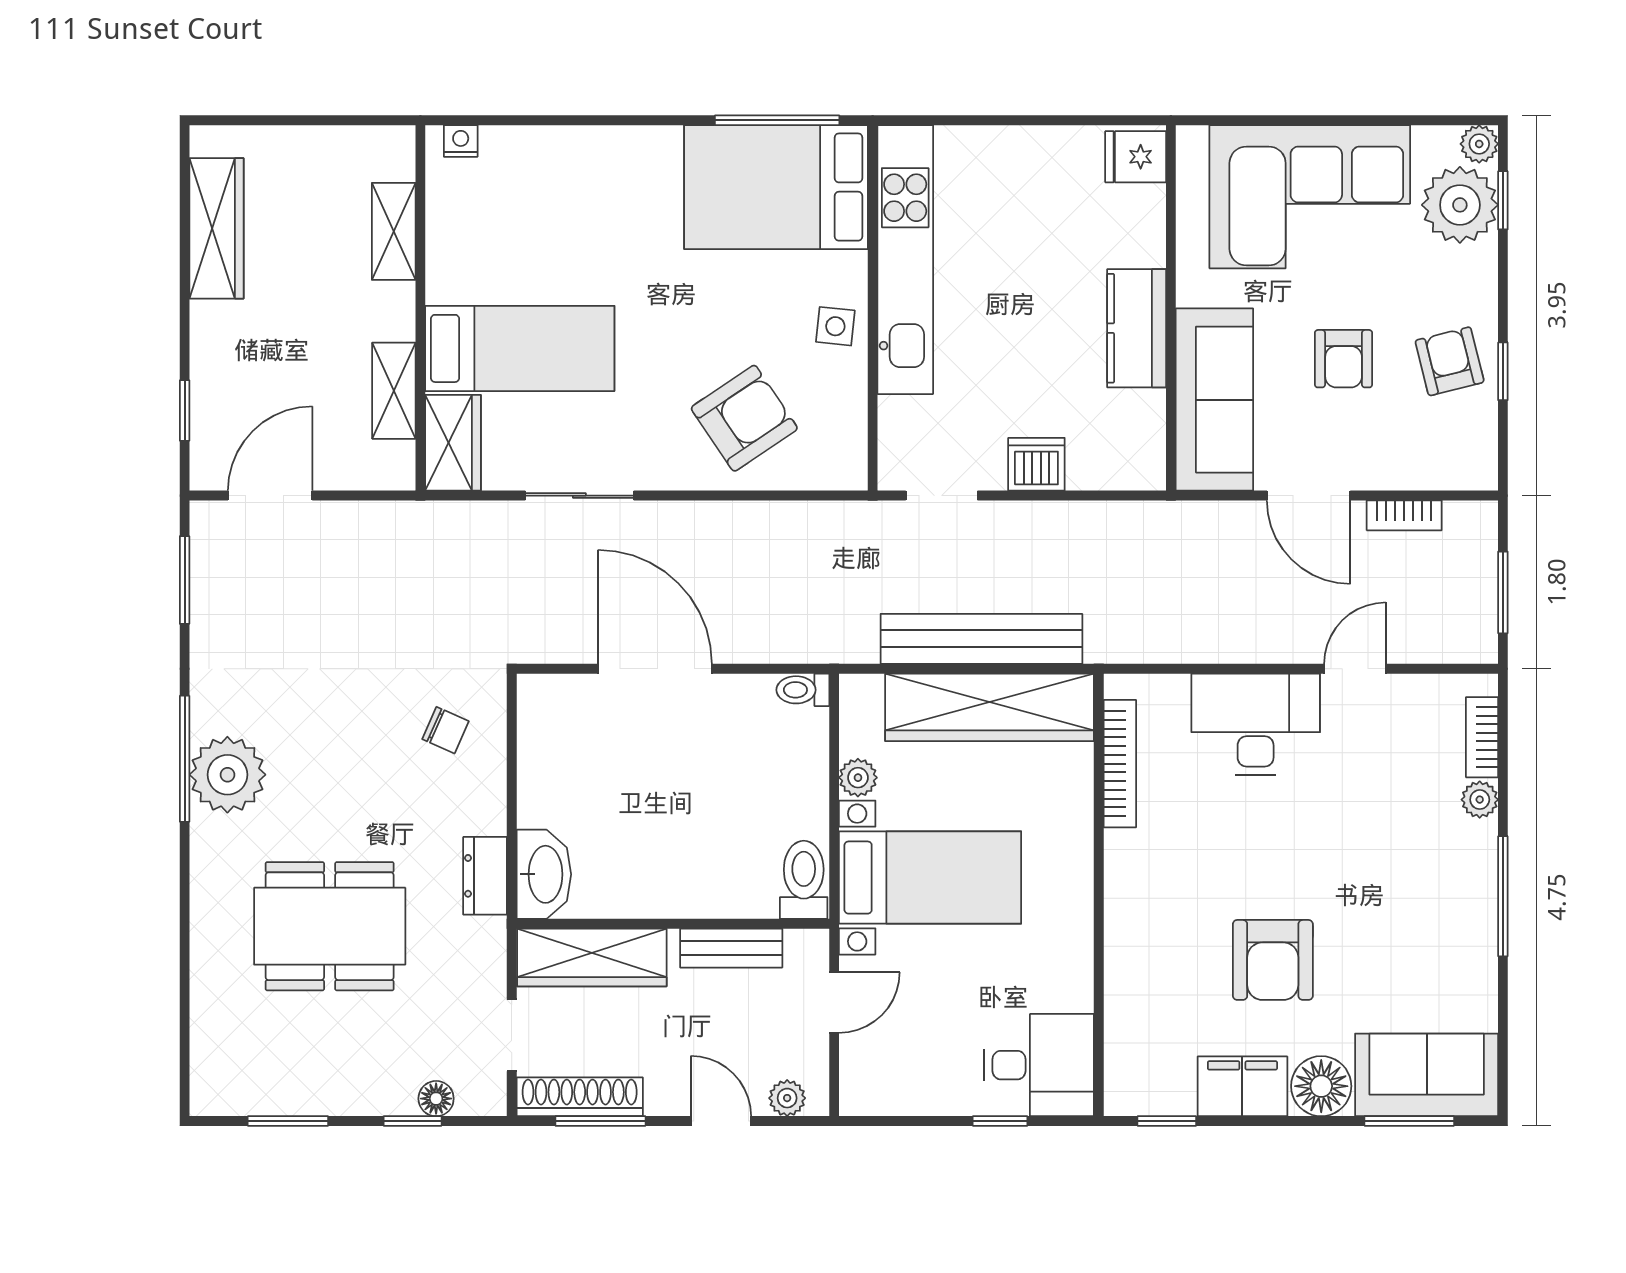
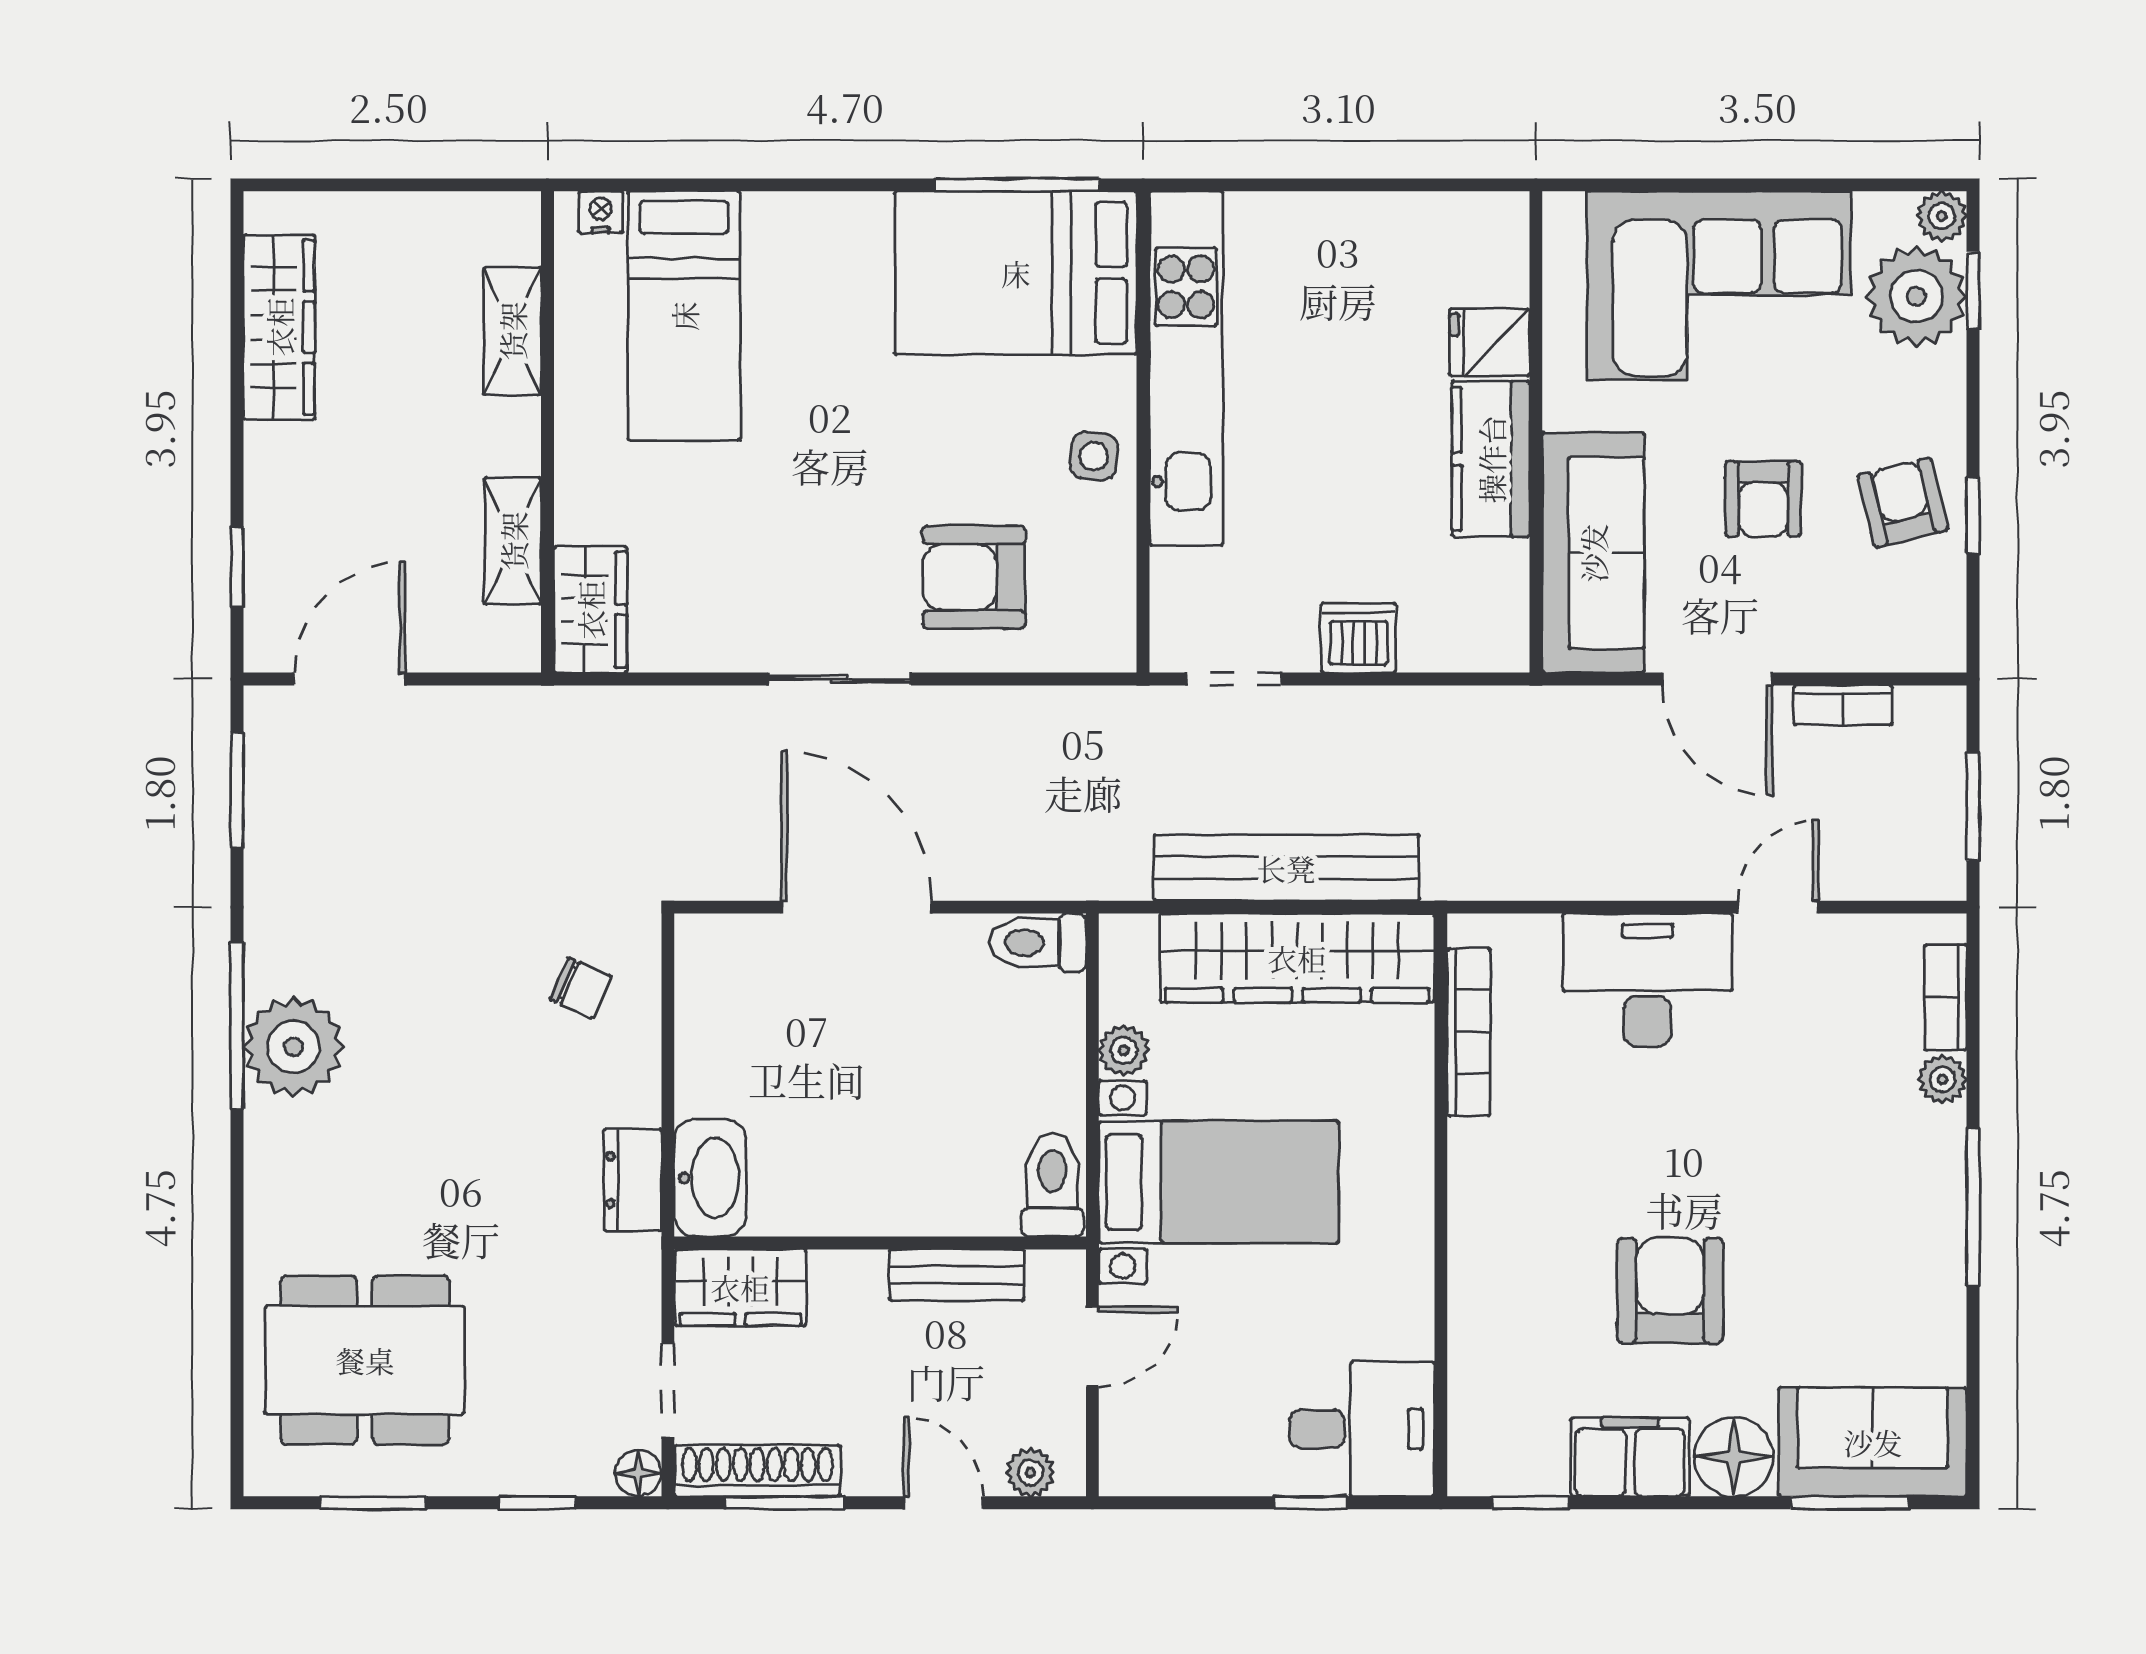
fridge: (1136, 157) -> (1489, 342), moved
bed: (520, 348) -> (684, 316), moved, turned 90
armchair: (744, 418) -> (974, 577), turned -146
sliding door: (579, 496) -> (840, 679), moved
toilet: (803, 690) -> (1038, 943), width x1.37, depth x1.39
dining table: (330, 926) -> (365, 1360), moved
wardrobe: (592, 957) -> (740, 1287), width x0.67
armchair: (1273, 960) -> (1670, 1291), turned 180
floor lamp: (436, 1099) -> (638, 1473), moved

